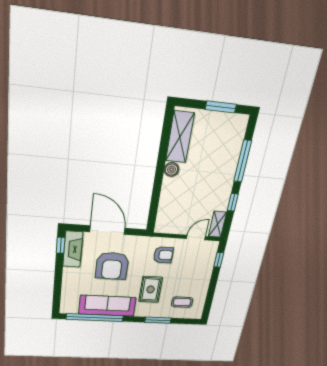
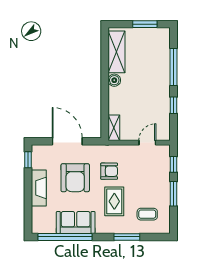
shelving: (217, 224) -> (114, 128), moved
fireplace: (73, 249) -> (39, 188), moved
armchair: (163, 255) -> (109, 171), moved
window: (212, 286) -> (173, 194), added
sofa: (107, 306) -> (76, 222), width x0.73

